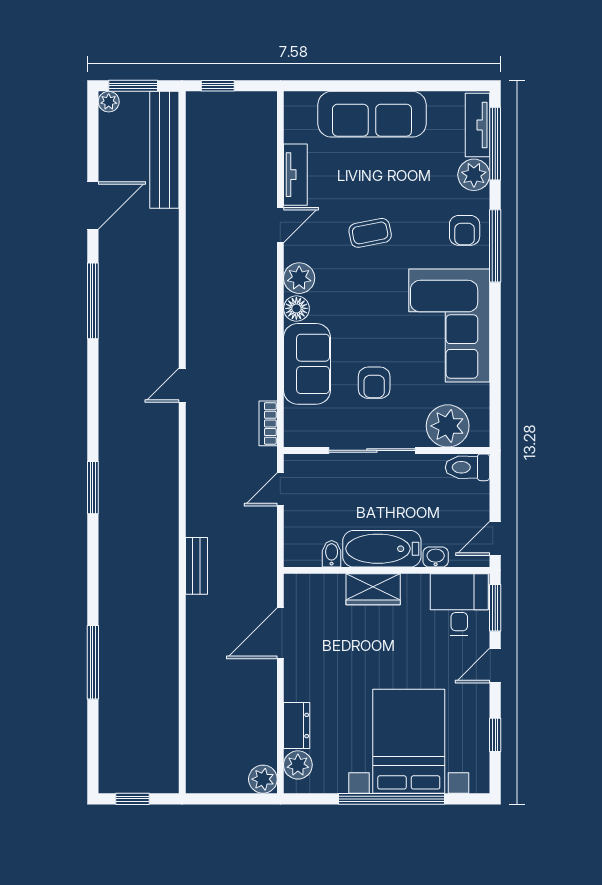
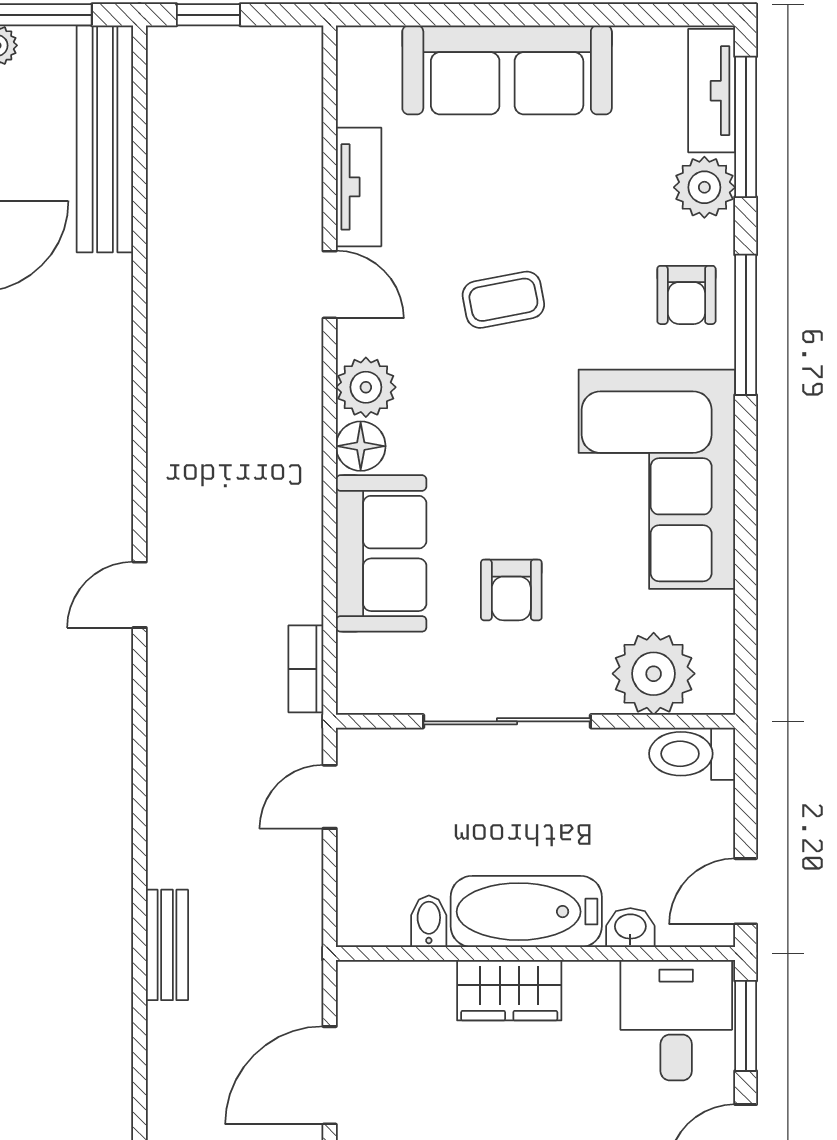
door: (280, 225) -> (330, 285), hinge flipped

